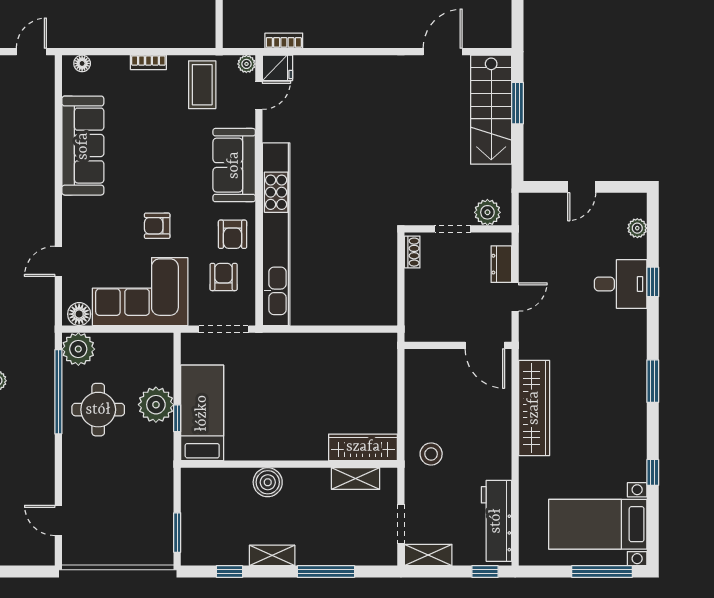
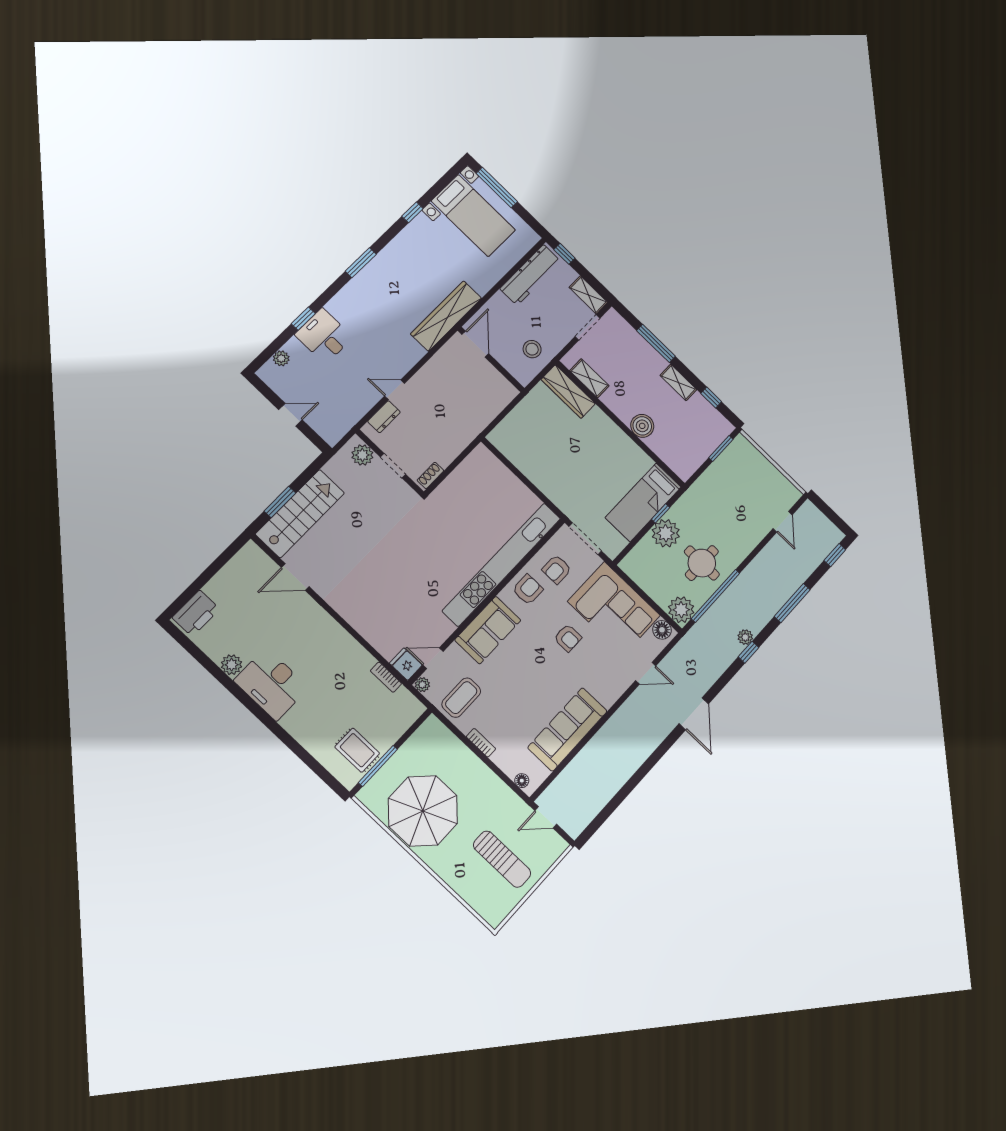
wall: (458, 345) -> (491, 359), moved
door: (485, 345) -> (475, 344), moved

